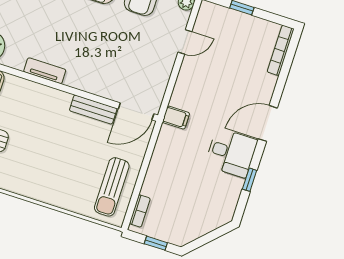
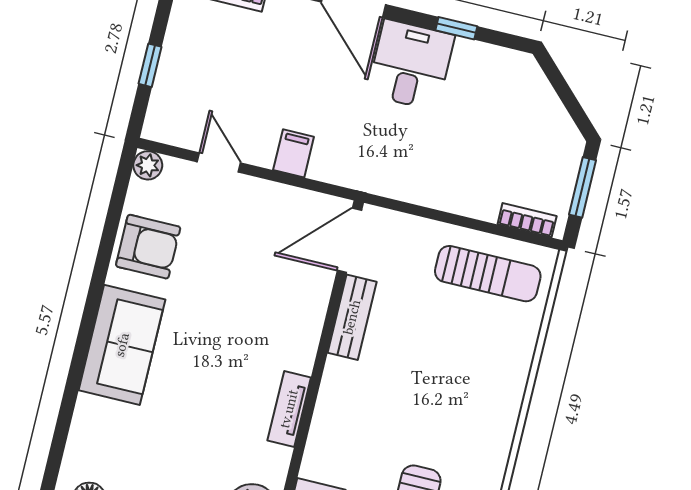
door: (136, 111) -> (349, 240), swing flipped
filing cabinet: (176, 118) -> (294, 153), moved
window: (156, 243) -> (583, 187), width x1.50

